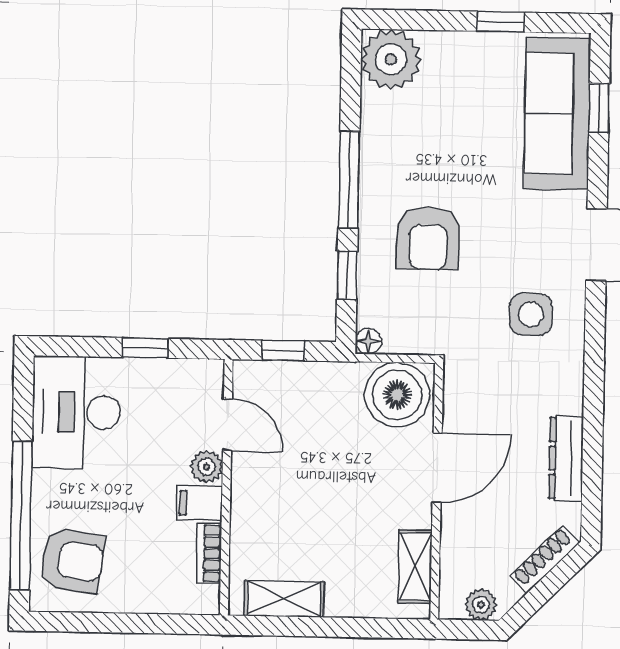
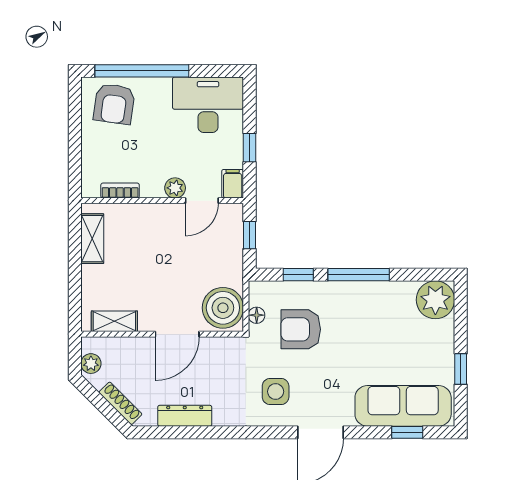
armchair: (428, 238) -> (301, 329), moved
floor lamp: (368, 341) -> (257, 315), moved
door: (437, 468) -> (177, 334), hinge flipped
filing cabinet: (199, 503) -> (233, 184), moved

